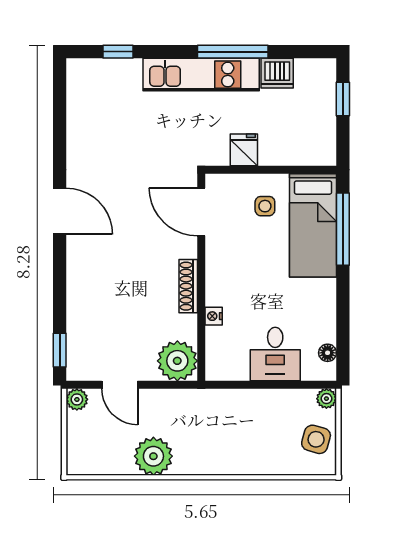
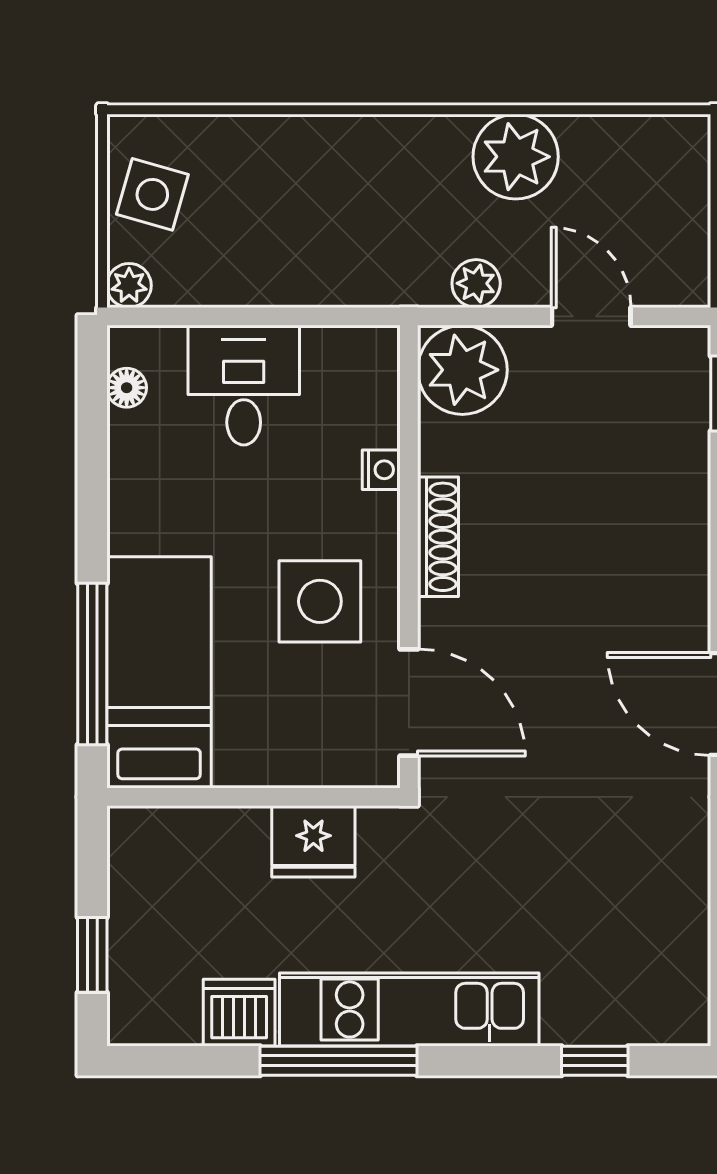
fridge: (244, 150) -> (313, 841), width x1.38
side table: (265, 206) -> (320, 601), moved, width x1.87, depth x1.87
plant: (77, 399) -> (476, 283), moved

